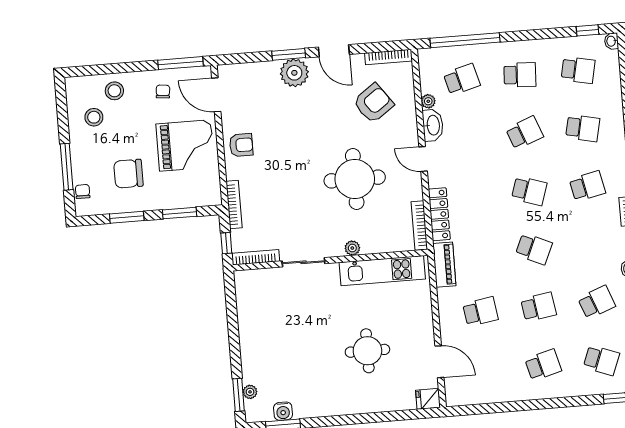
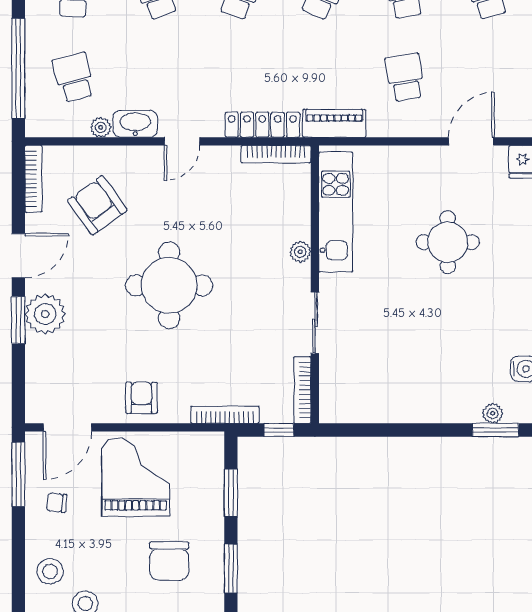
round table: (355, 179) -> (169, 285), moved

